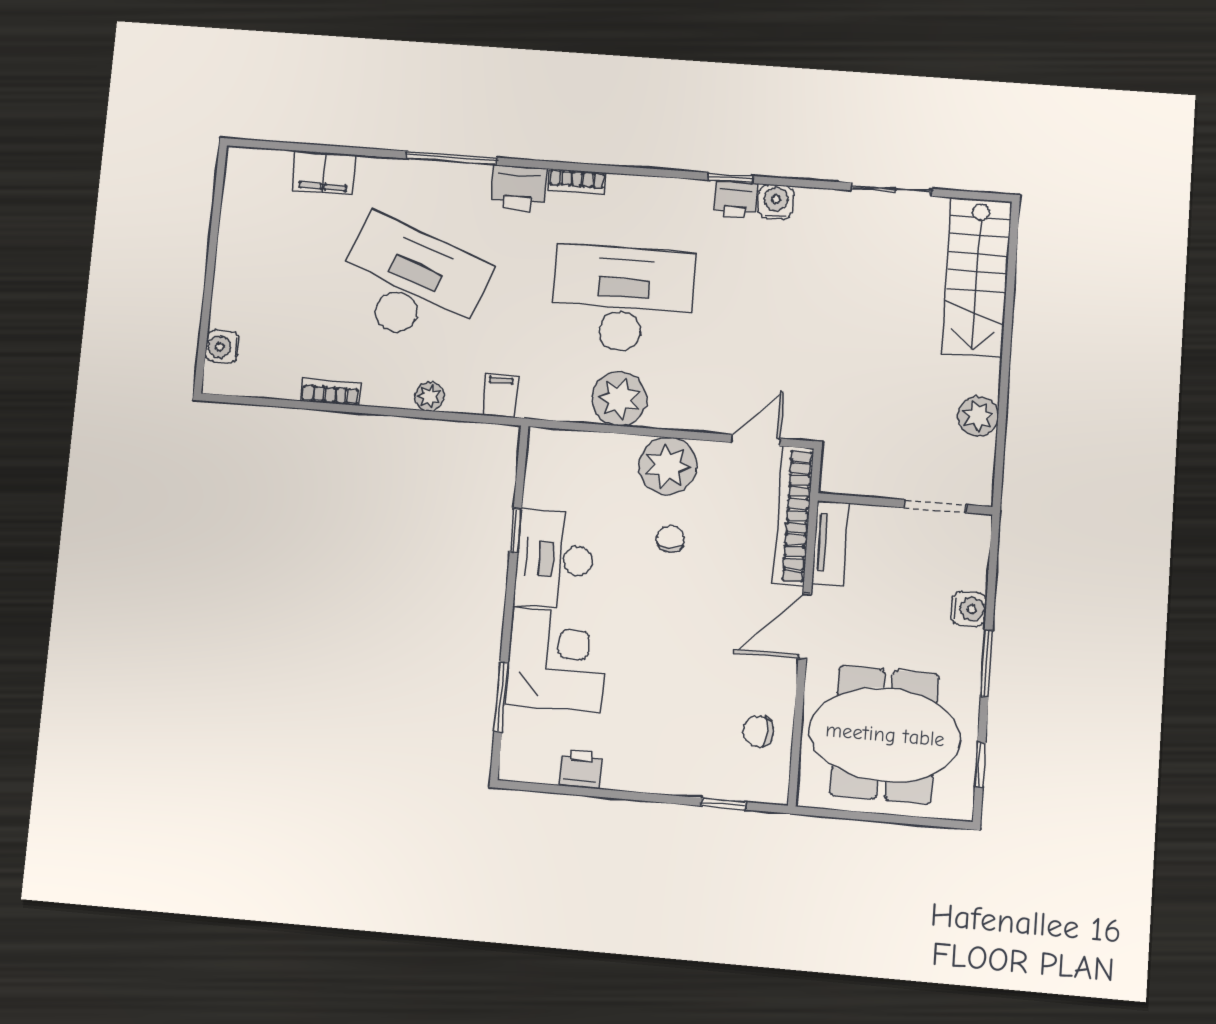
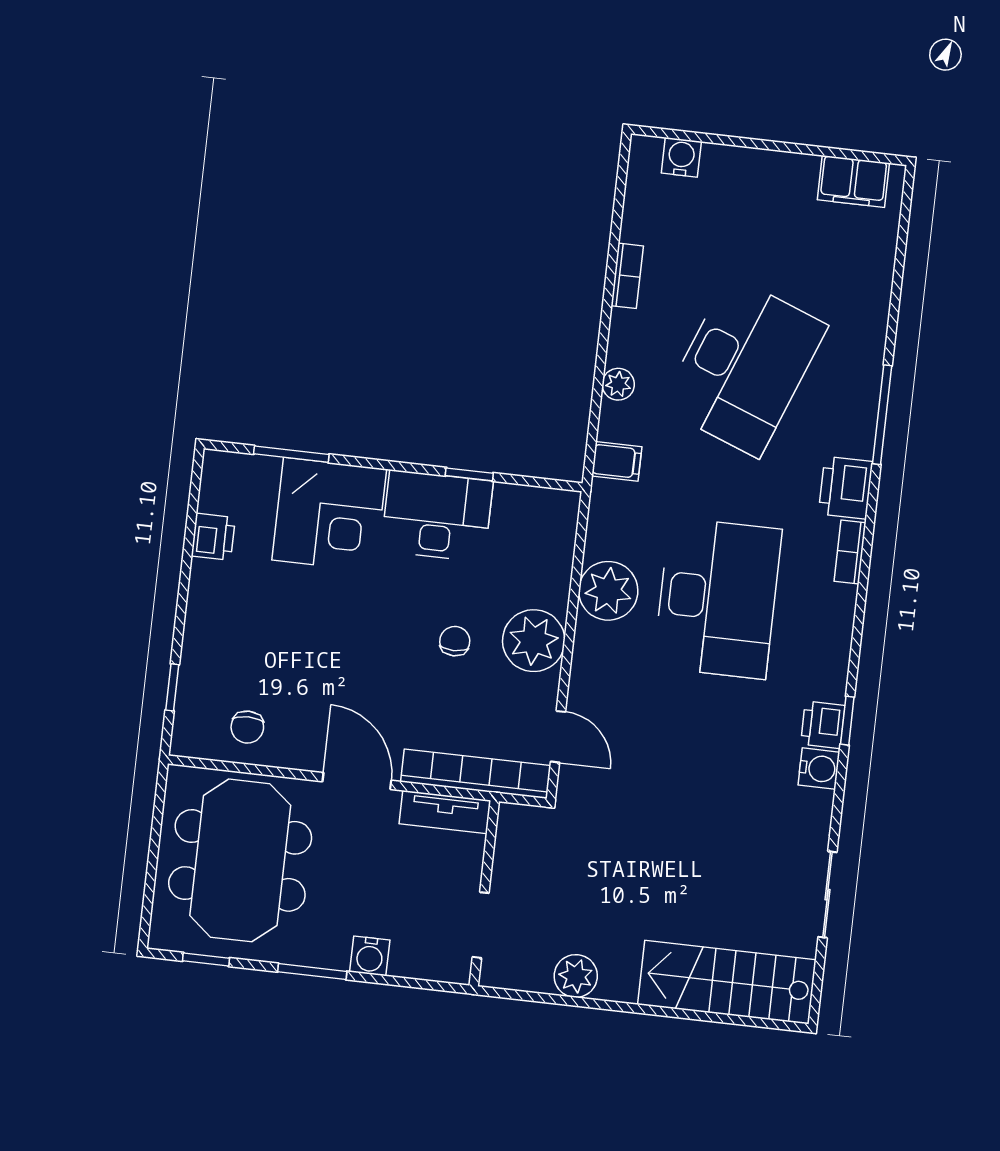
filing cabinet: (324, 172) -> (853, 181), moved, turned -90
chair: (671, 539) -> (455, 641), turned -90
chair: (758, 731) -> (247, 727), turned 180

